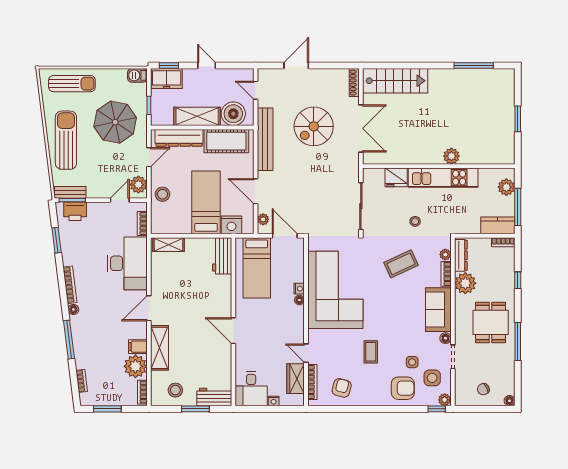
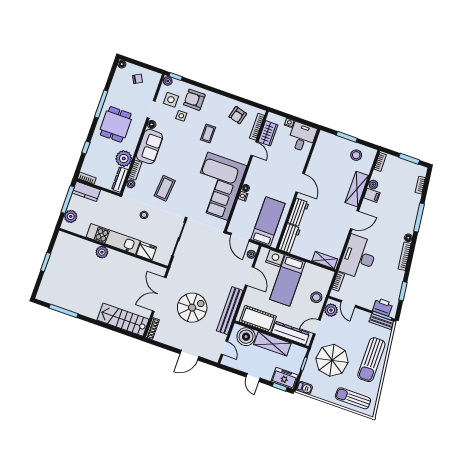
door: (120, 200) -> (348, 304), hinge flipped
coffee table: (401, 264) -> (165, 188), turned -60
plant: (135, 366) -> (373, 184), width x0.53, depth x0.53
workbench: (214, 397) -> (298, 212), moved, turned -90

